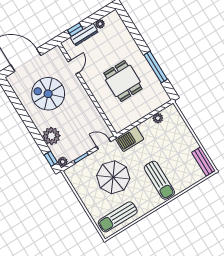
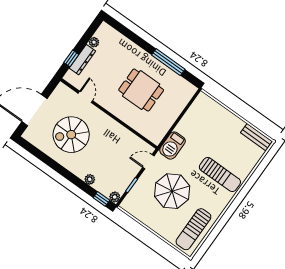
plant: (158, 118) -> (192, 113), removed
plant: (51, 136) -> (90, 179), width x0.53, depth x0.53

